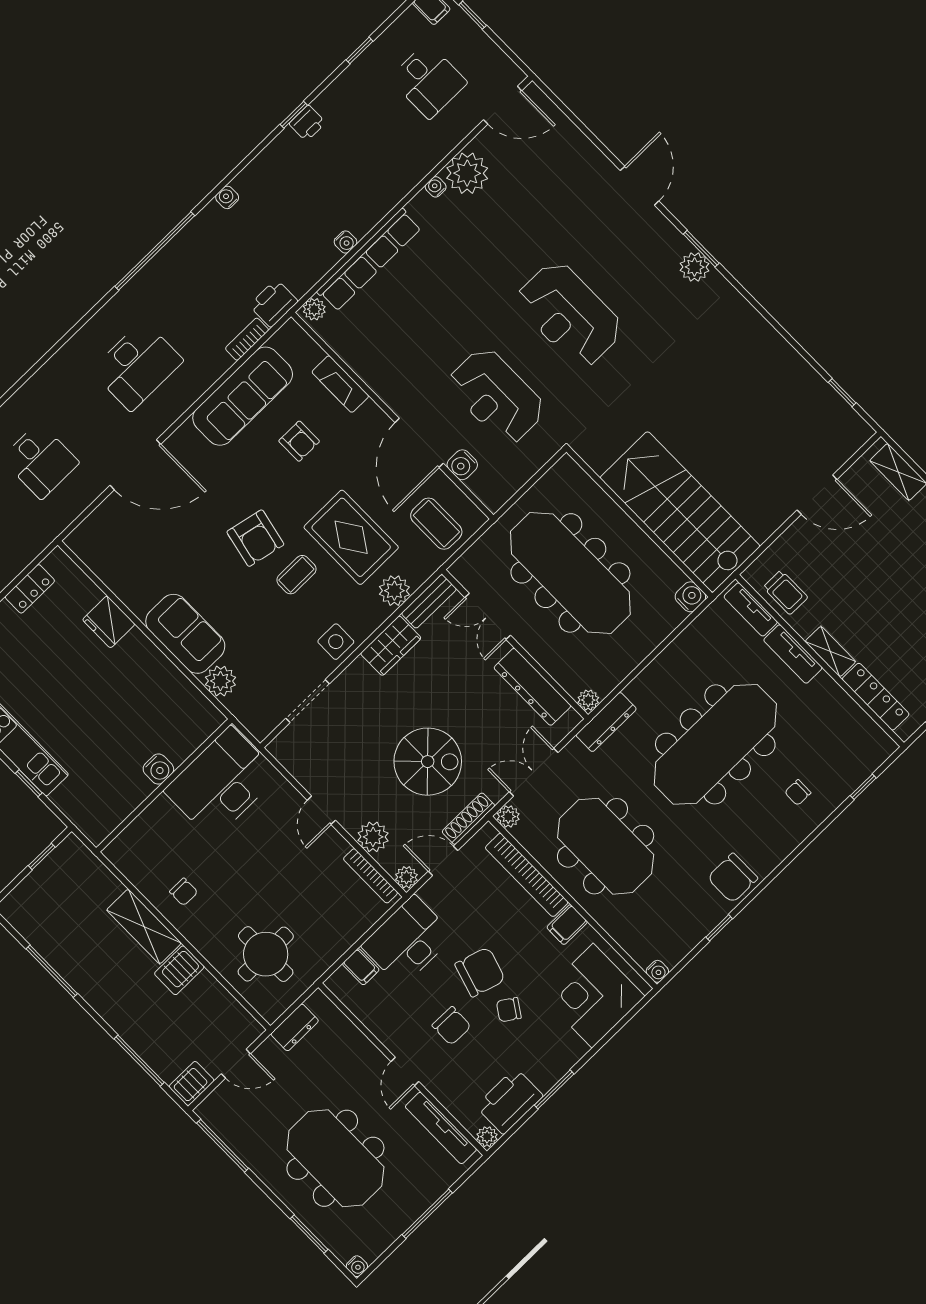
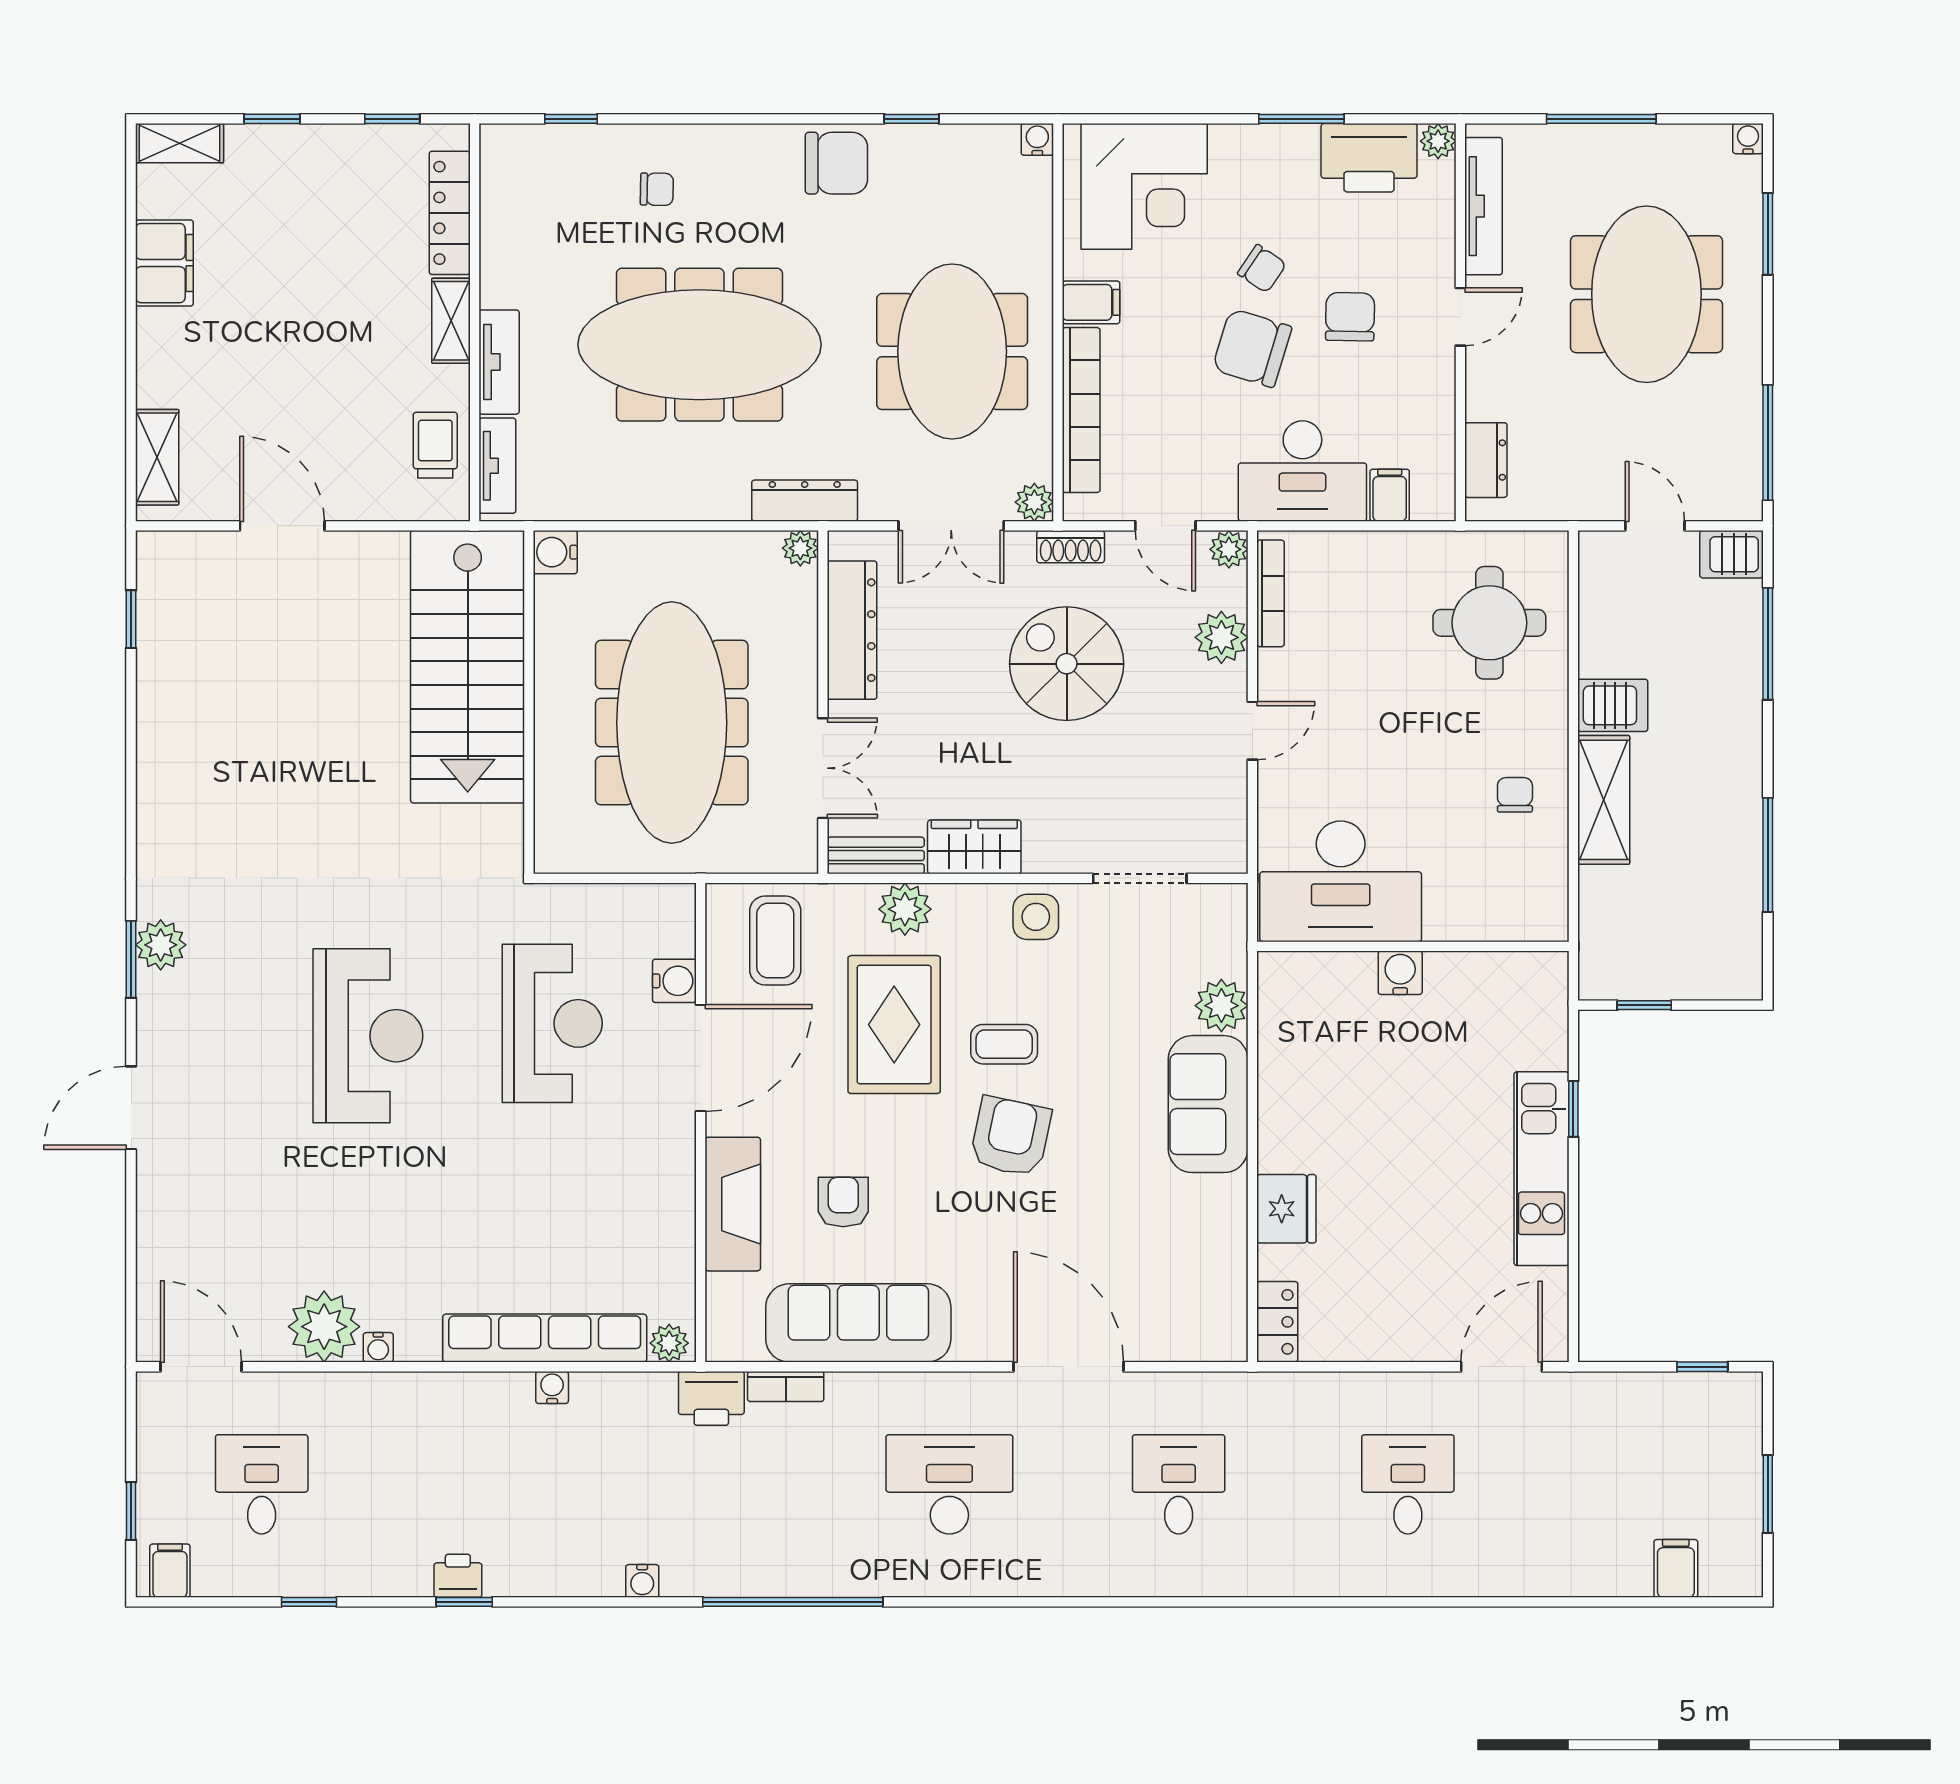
fireplace: (340, 384) -> (733, 1204), width x1.37, depth x1.32
locker: (30, 589) -> (1277, 1322), moved, turned 90
shoe rack: (468, 819) -> (1071, 547), width x0.70
dresser: (295, 1027) -> (1486, 460), moved, turned 90

